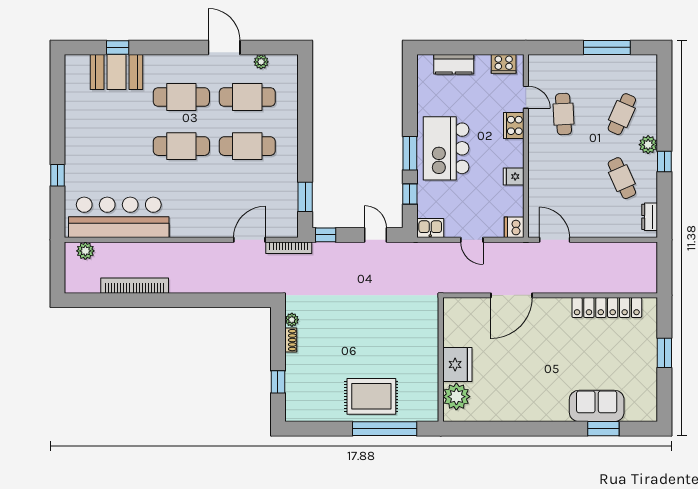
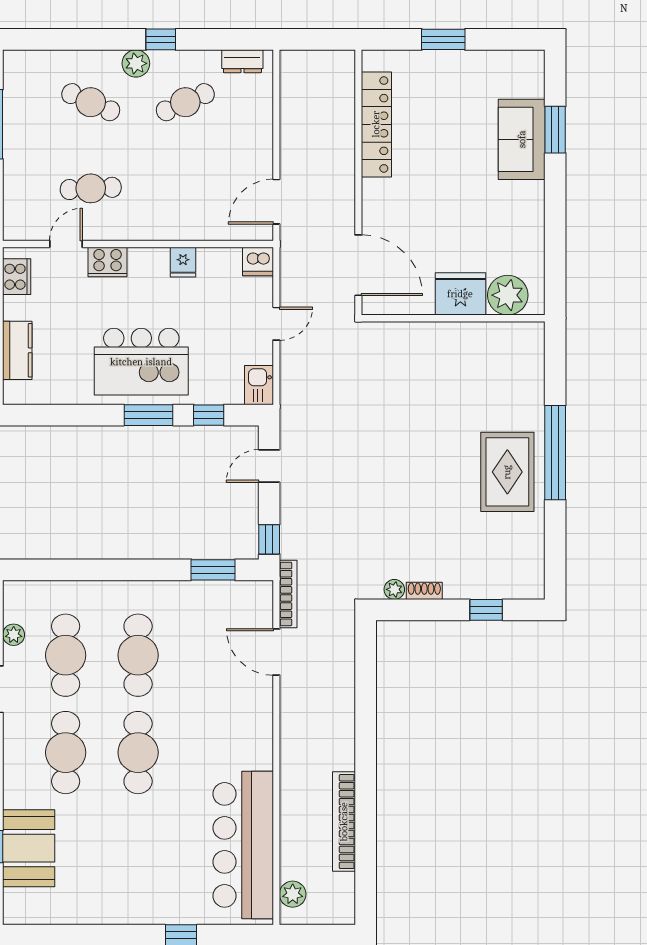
wall: (441, 360) -> (453, 318), moved
fridge: (457, 365) -> (460, 294), moved
plant: (456, 397) -> (508, 295), moved

